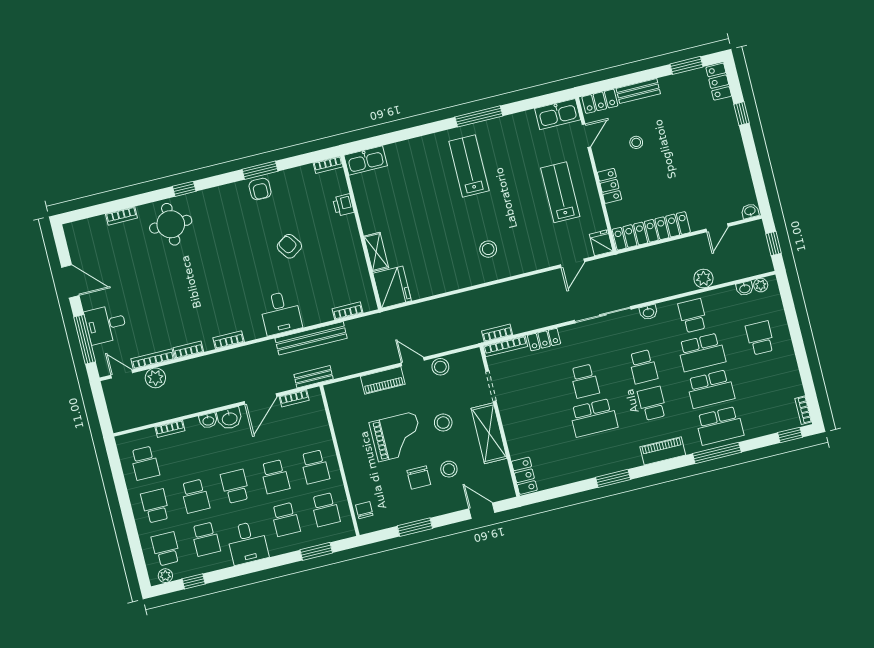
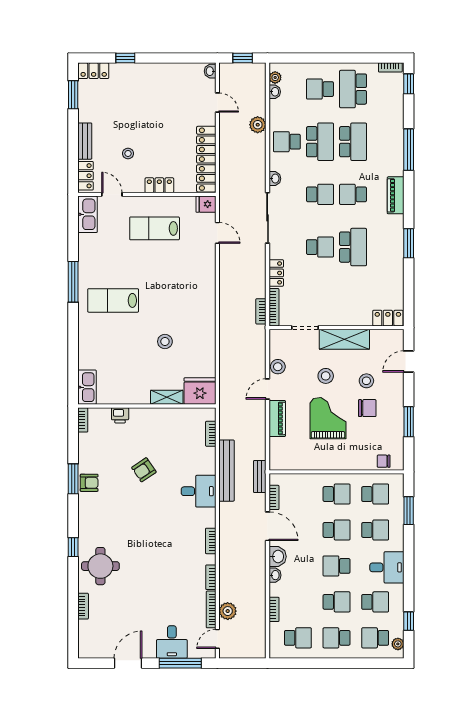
stool: (488, 249) -> (165, 342), moved
school desk: (720, 426) -> (353, 89), moved, turned 180

